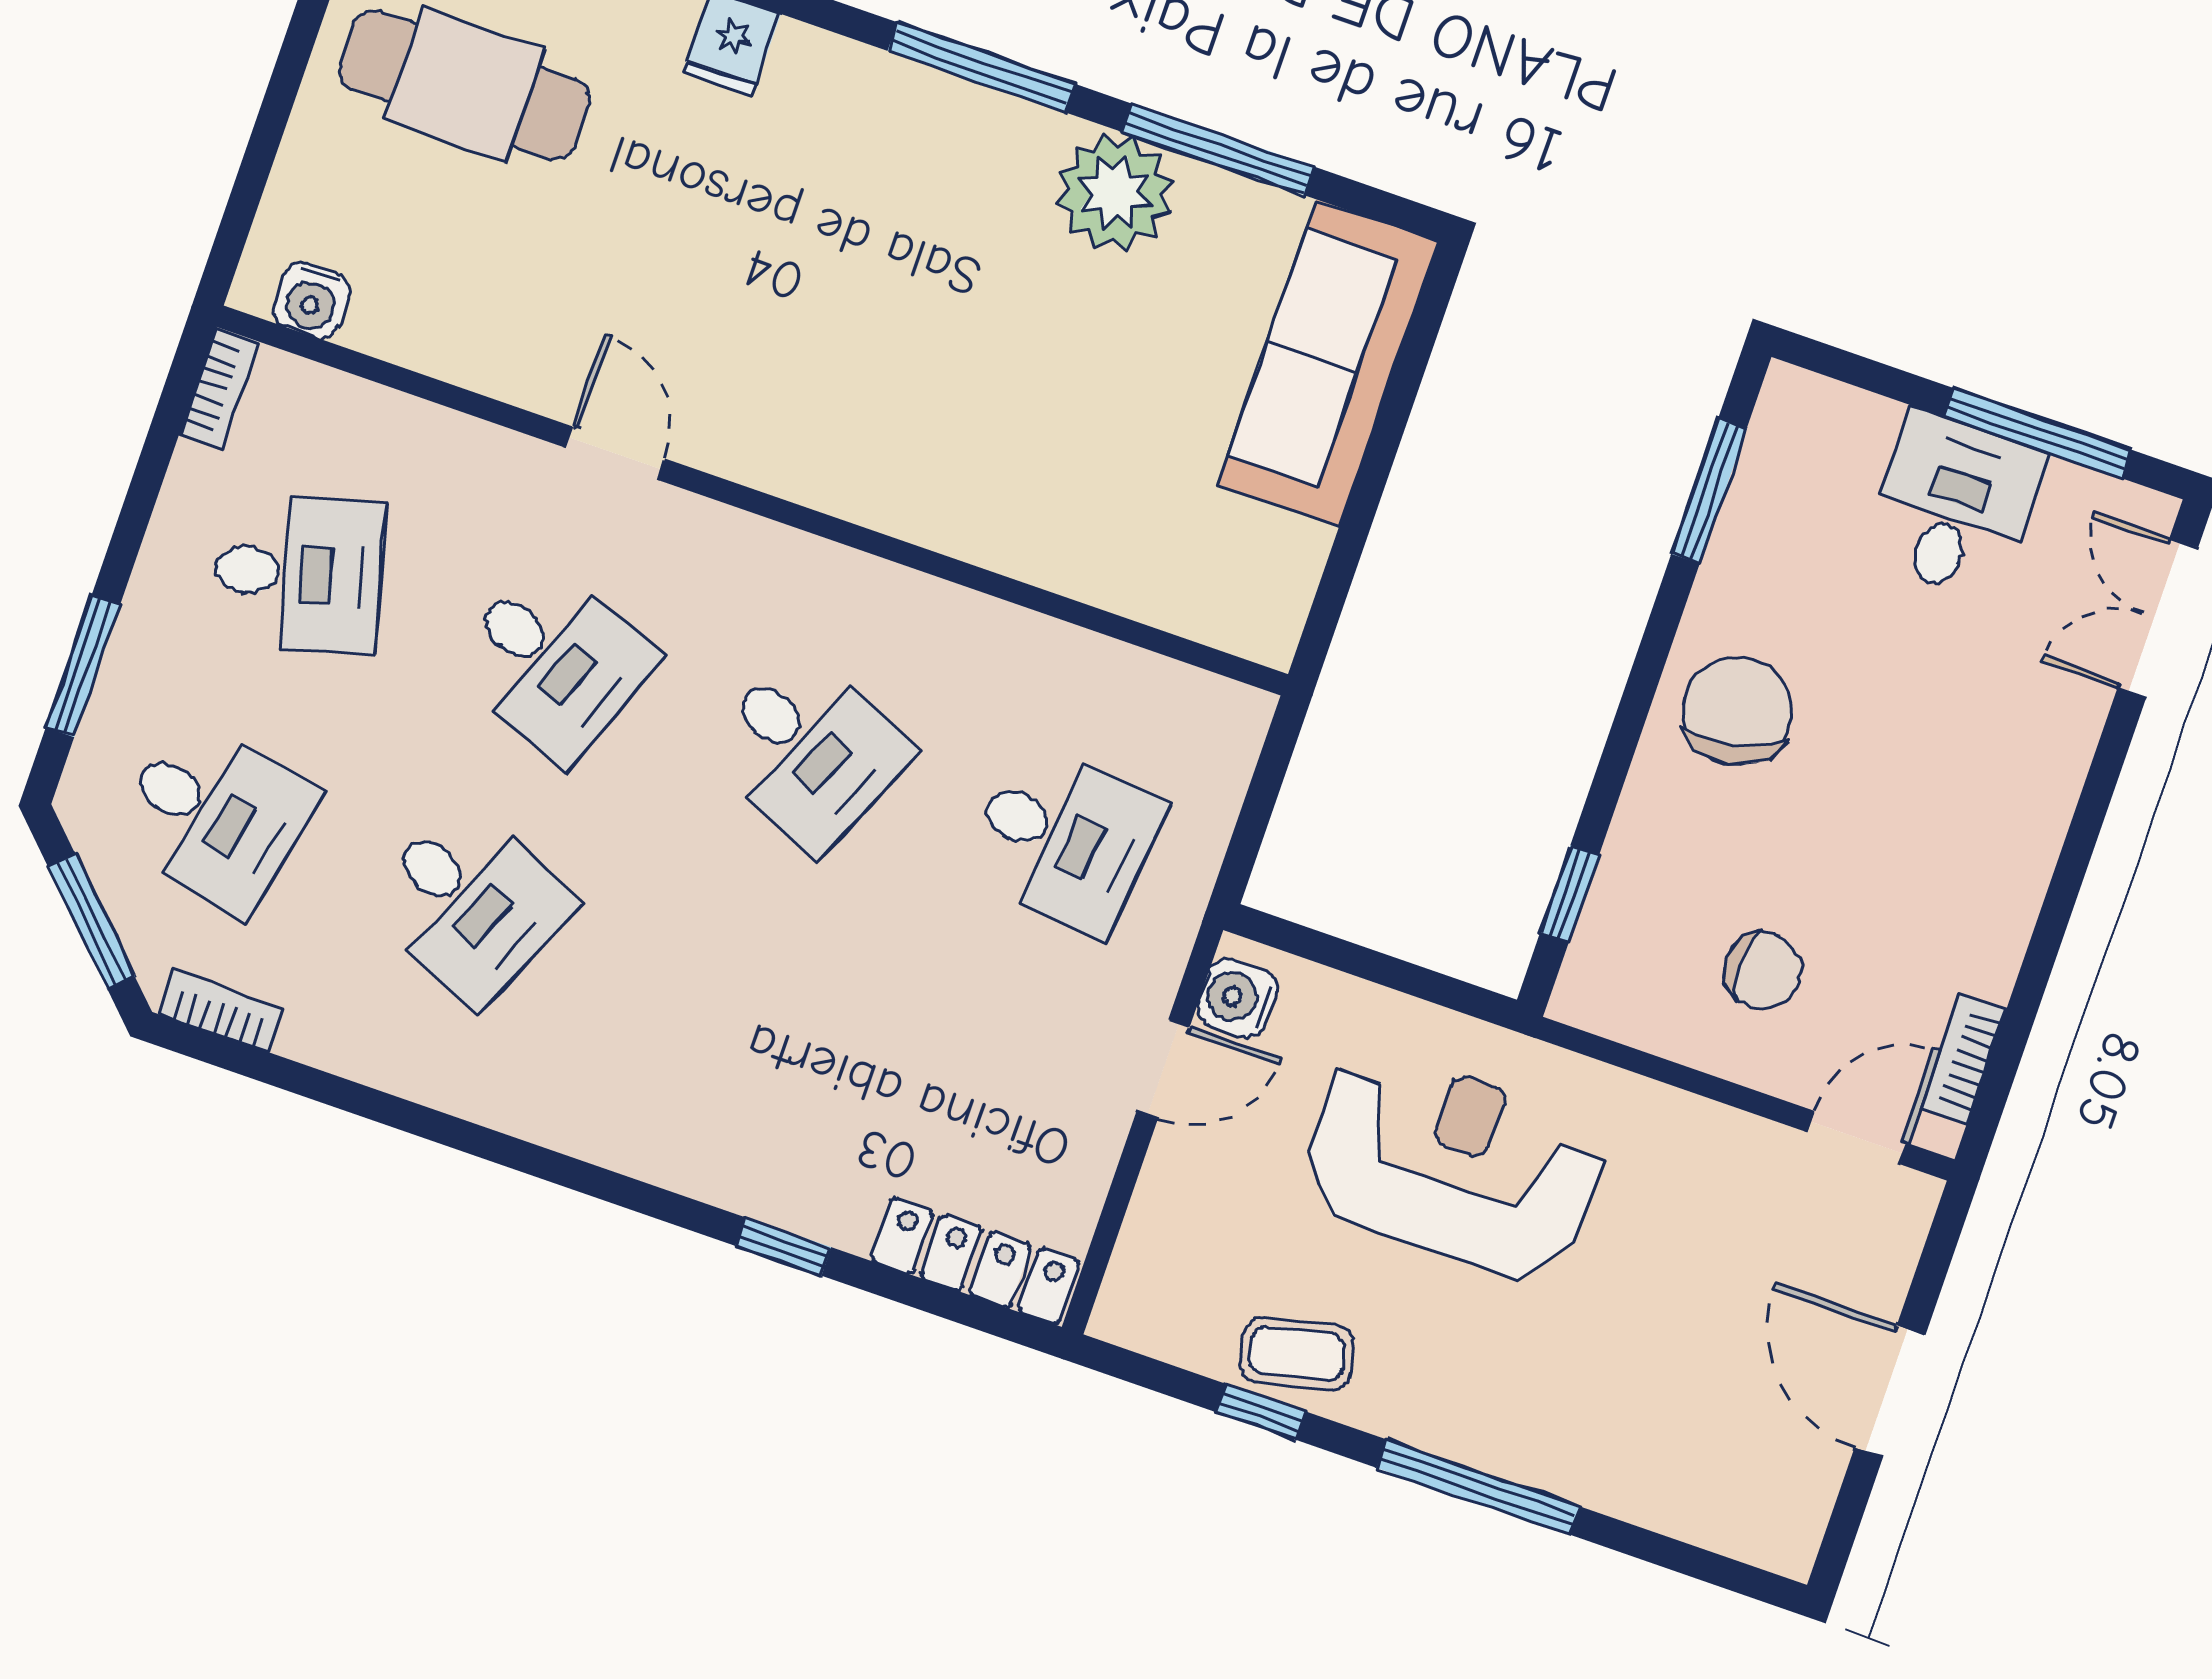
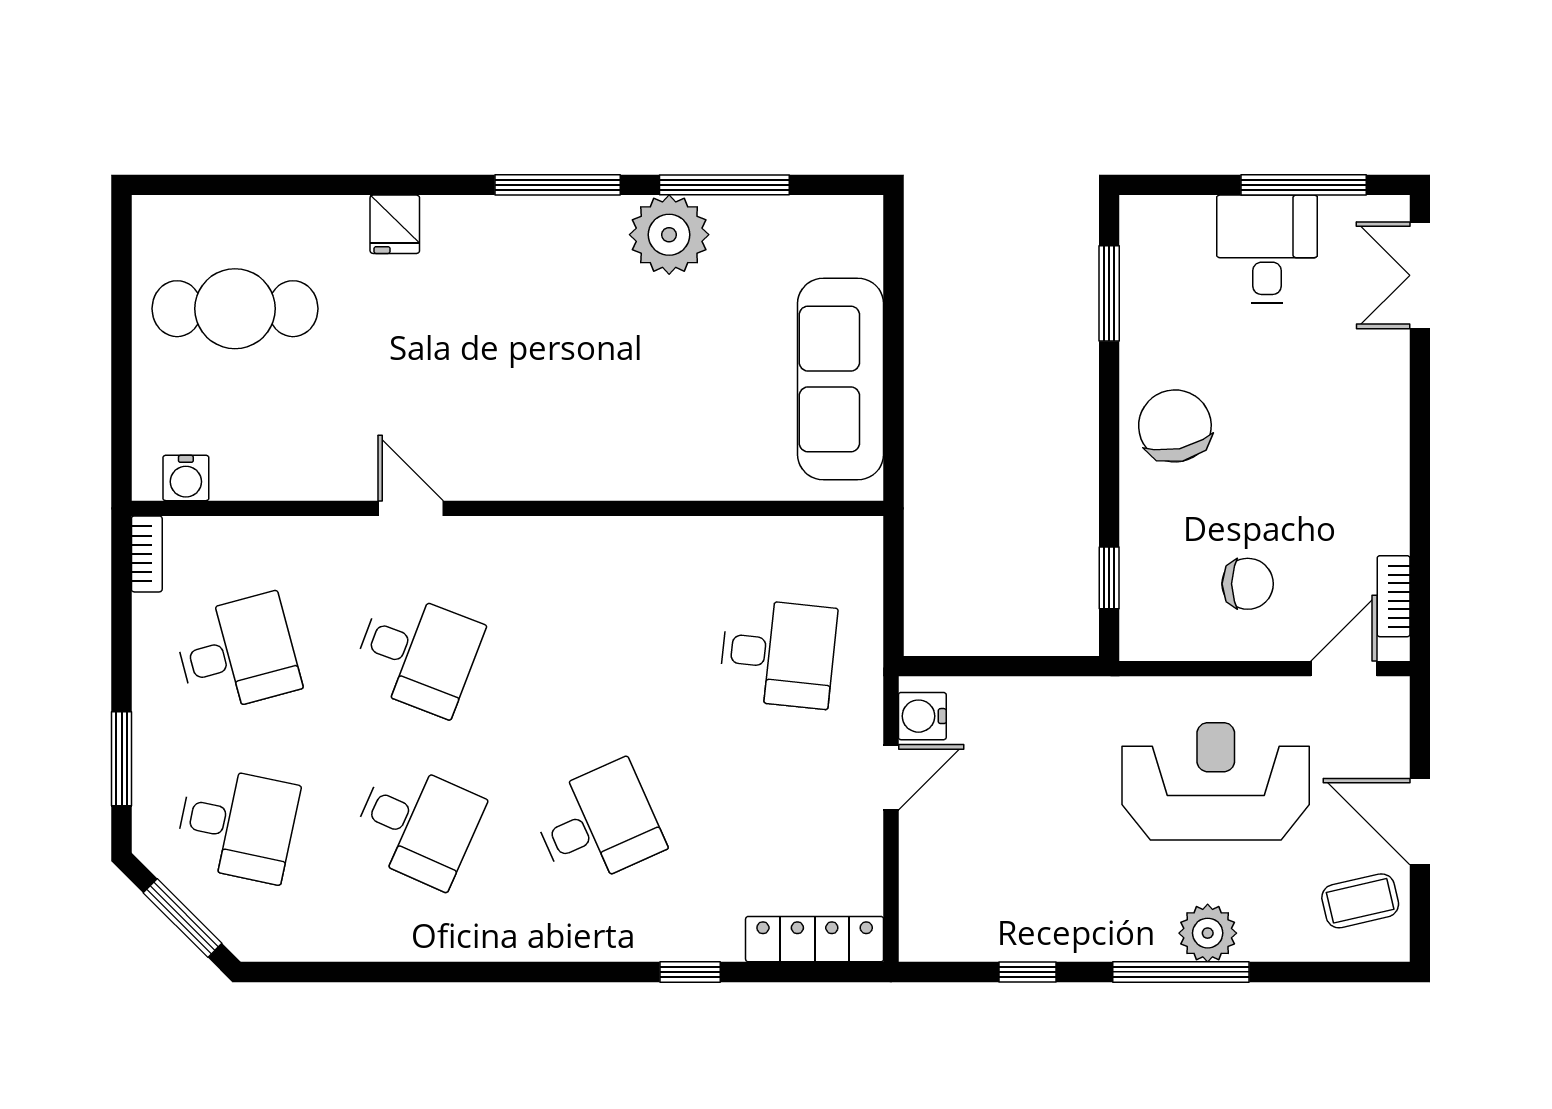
sofa: (1328, 363) -> (841, 379), moved
desk: (809, 750) -> (598, 824), moved, turned -48
bookcase: (221, 1011) -> (284, 946), removed
reception desk: (1454, 1165) -> (1216, 781), moved
coffee table: (1297, 1354) -> (1360, 901), moved
plant: (1535, 1445) -> (1208, 933), added

